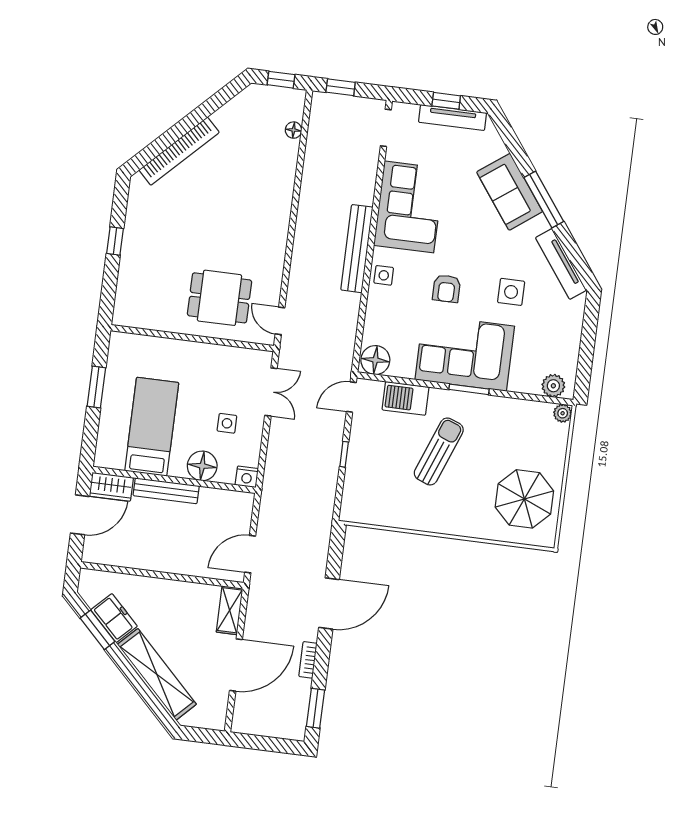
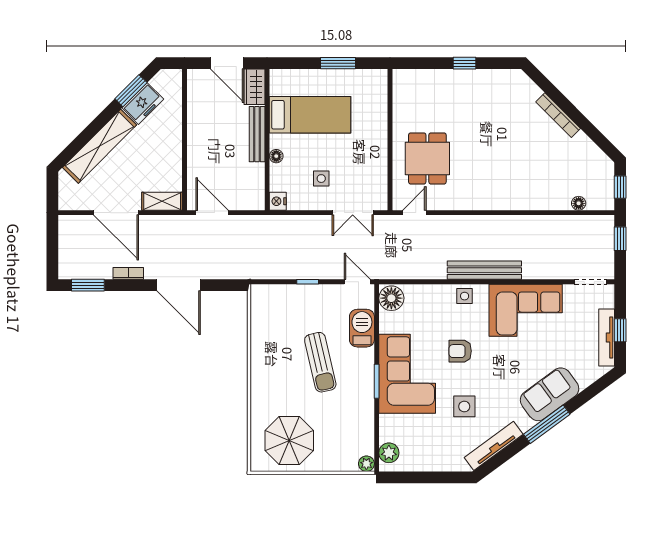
bookcase: (179, 151) -> (558, 115), width x0.68, depth x0.76
sun lounger: (439, 451) -> (320, 362), turned 56
floor lamp: (202, 466) -> (276, 156), width x0.53, depth x0.53

